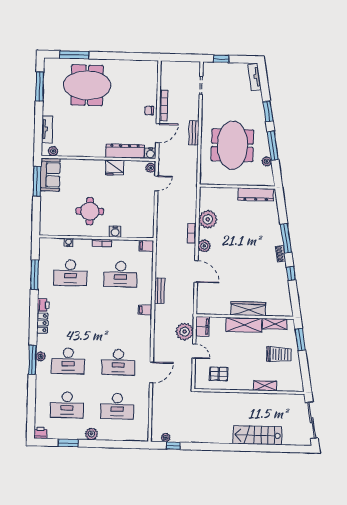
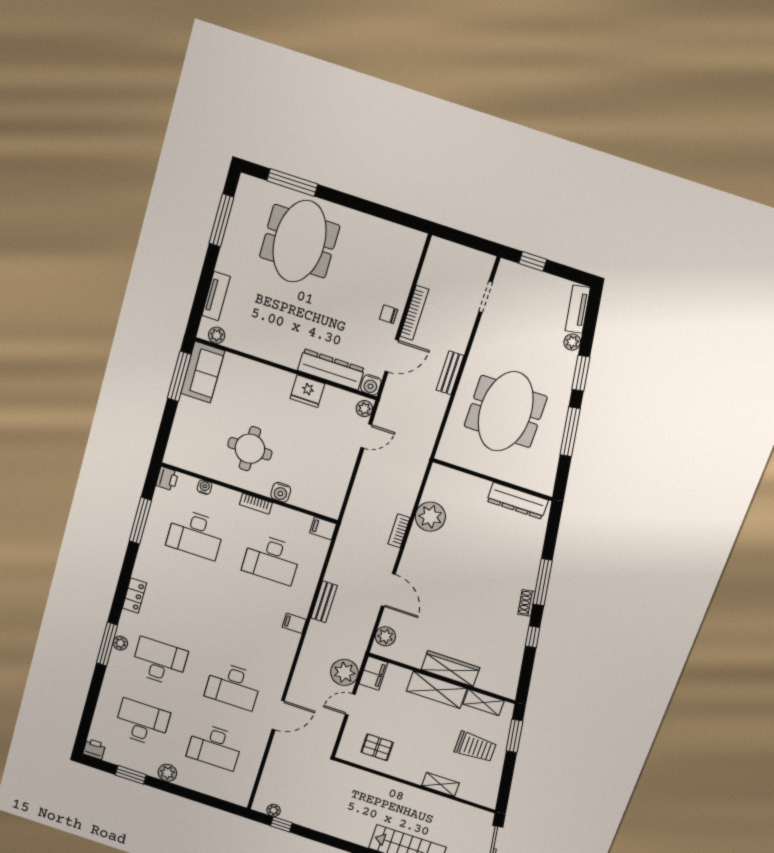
meeting table: (87, 85) -> (299, 241), turned 90
plant: (267, 161) -> (572, 342), moved
plant: (204, 246) -> (385, 636), moved
printer: (43, 305) -> (167, 479), moved
door: (194, 351) -> (350, 704), swing flipped
desk: (68, 361) -> (159, 662), turned 180
desk: (67, 405) -> (142, 723), turned 180

